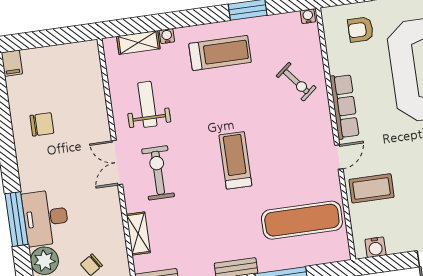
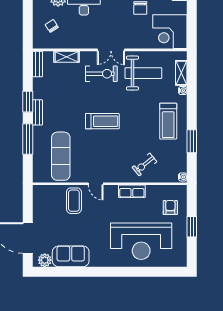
corner desk: (74, 70) -> (170, 32), added
weight bench: (147, 104) -> (143, 73), width x1.36, depth x1.33
row of seats: (344, 106) -> (132, 191), width x0.68
double door: (117, 163) -> (111, 50), swing flipped
water cooler: (375, 247) -> (38, 198), removed

